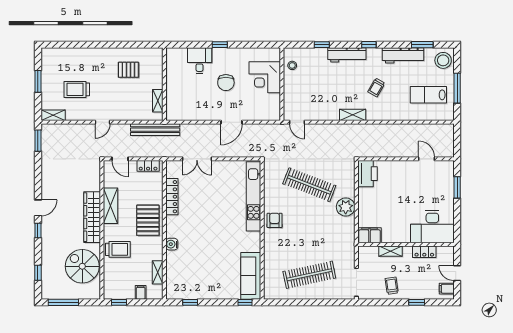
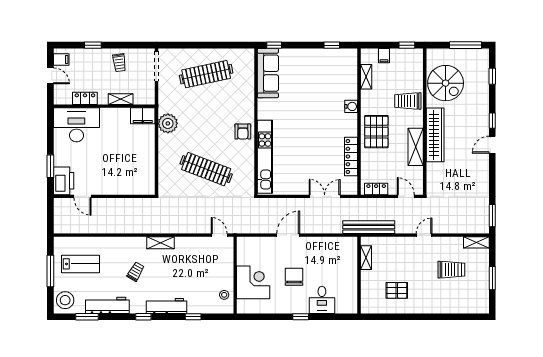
printer: (367, 174) -> (64, 181), moved, turned 180
plant: (346, 207) -> (168, 123), moved

